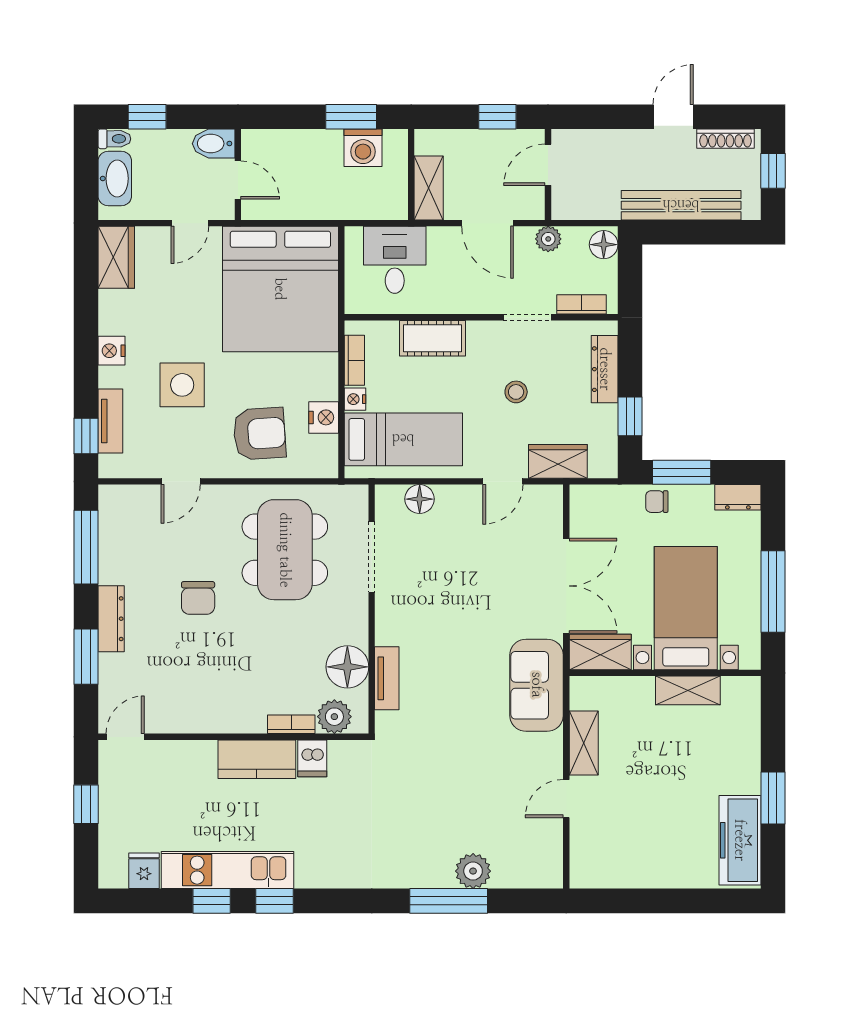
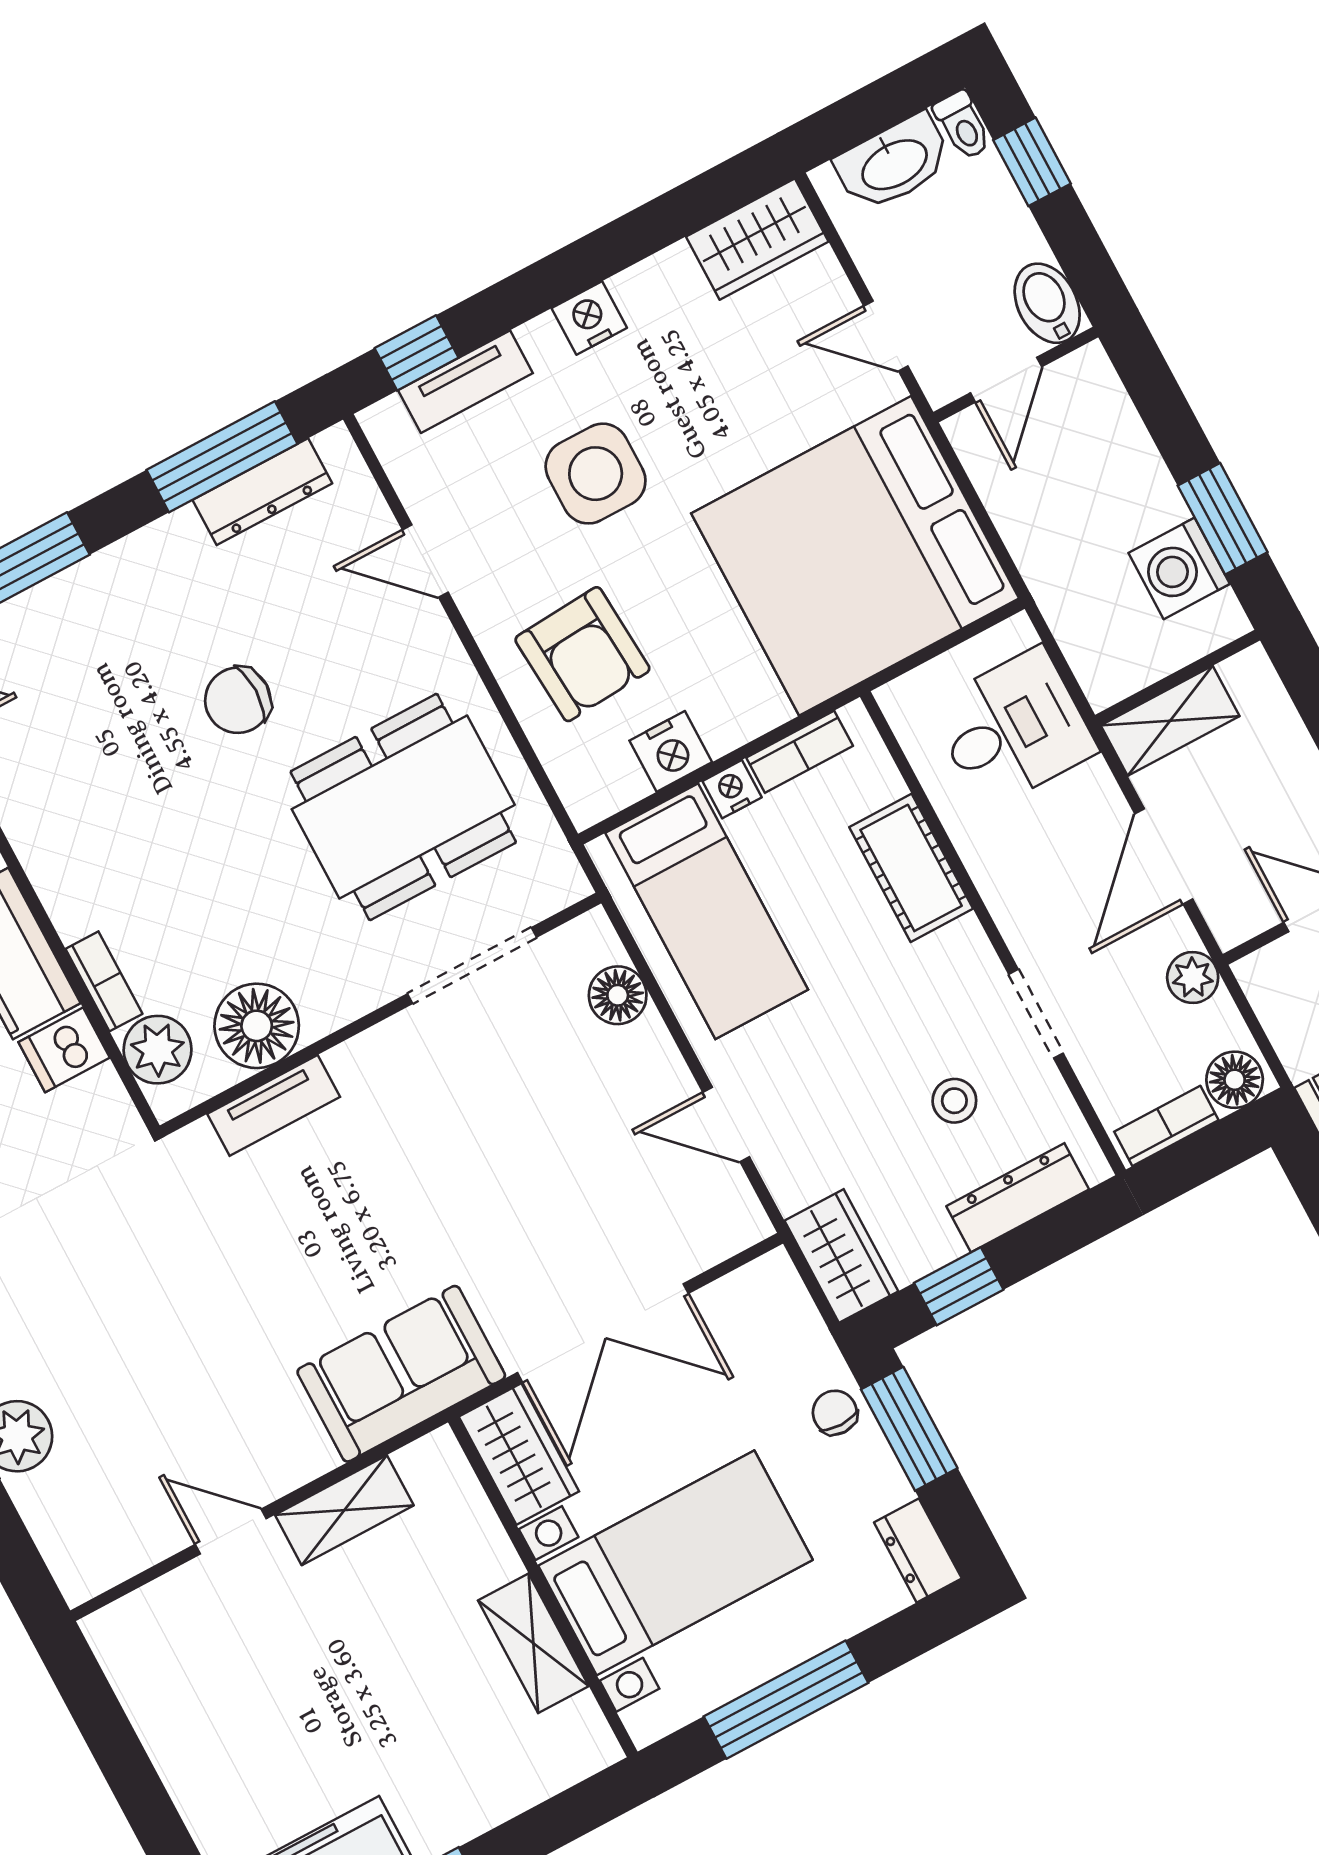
bookcase: (582, 304) -> (1166, 1126), moved, turned -90
stool: (516, 392) -> (954, 1101), moved
wardrobe: (558, 461) -> (841, 1256), moved
dresser: (111, 619) -> (262, 492), moved

